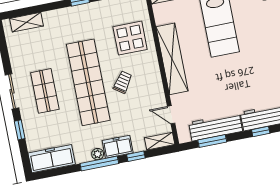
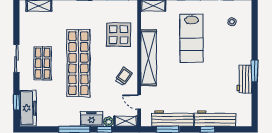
trolley: (123, 82) -> (124, 76), moved
window: (20, 130) -> (16, 102), moved
plant: (98, 154) -> (109, 122), moved
freezer: (52, 159) -> (28, 108), moved, turned 90

